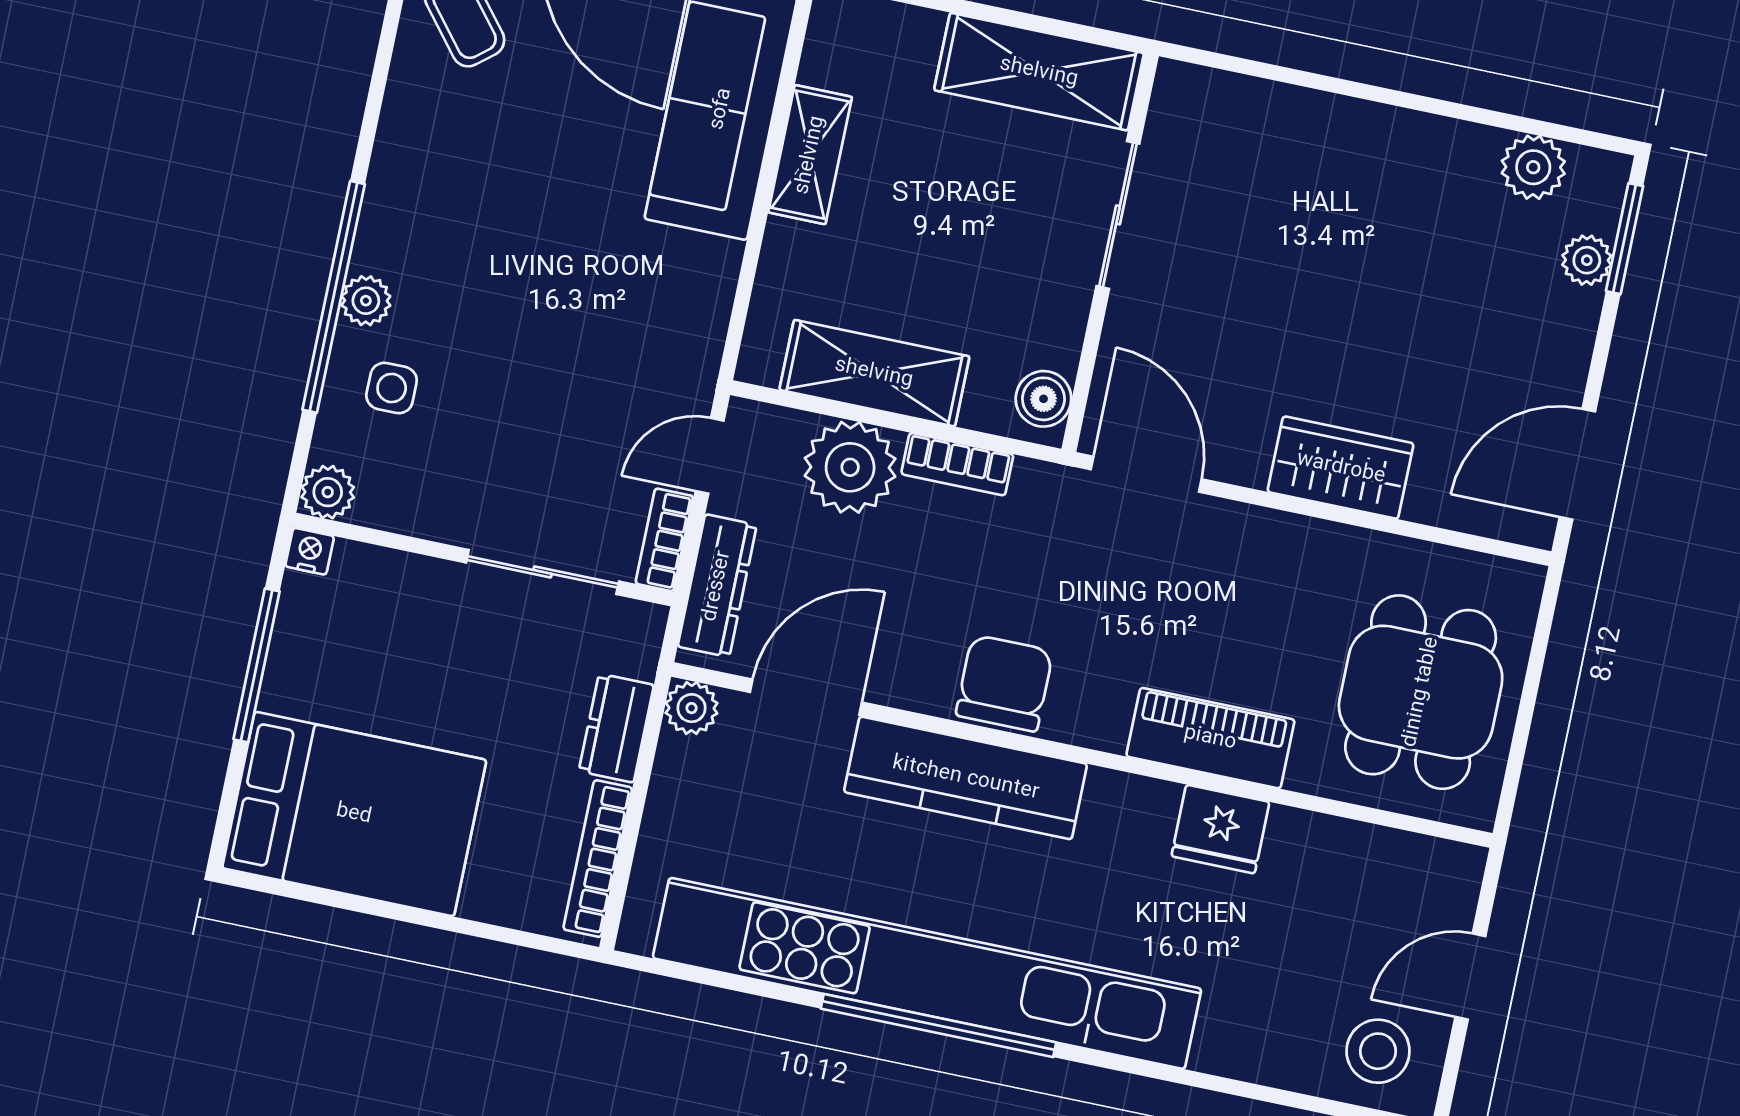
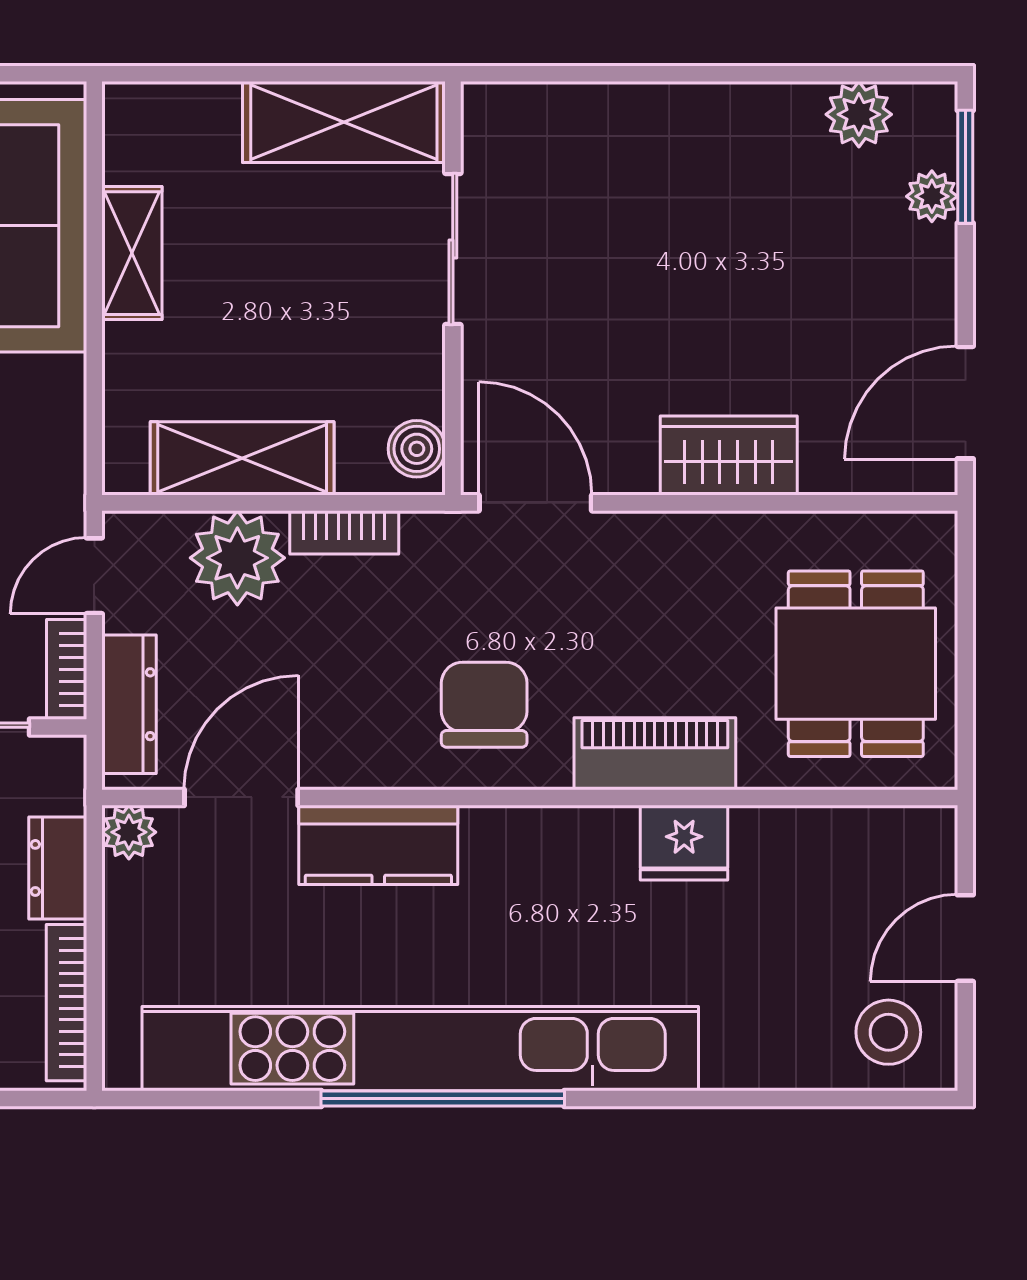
chair: (1004, 683) -> (484, 705), moved
kitchen counter: (966, 778) -> (378, 845), width x0.67

